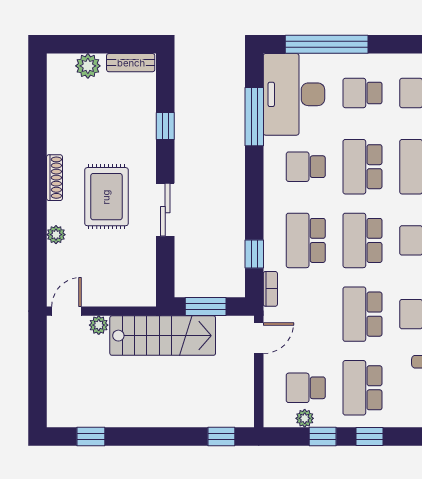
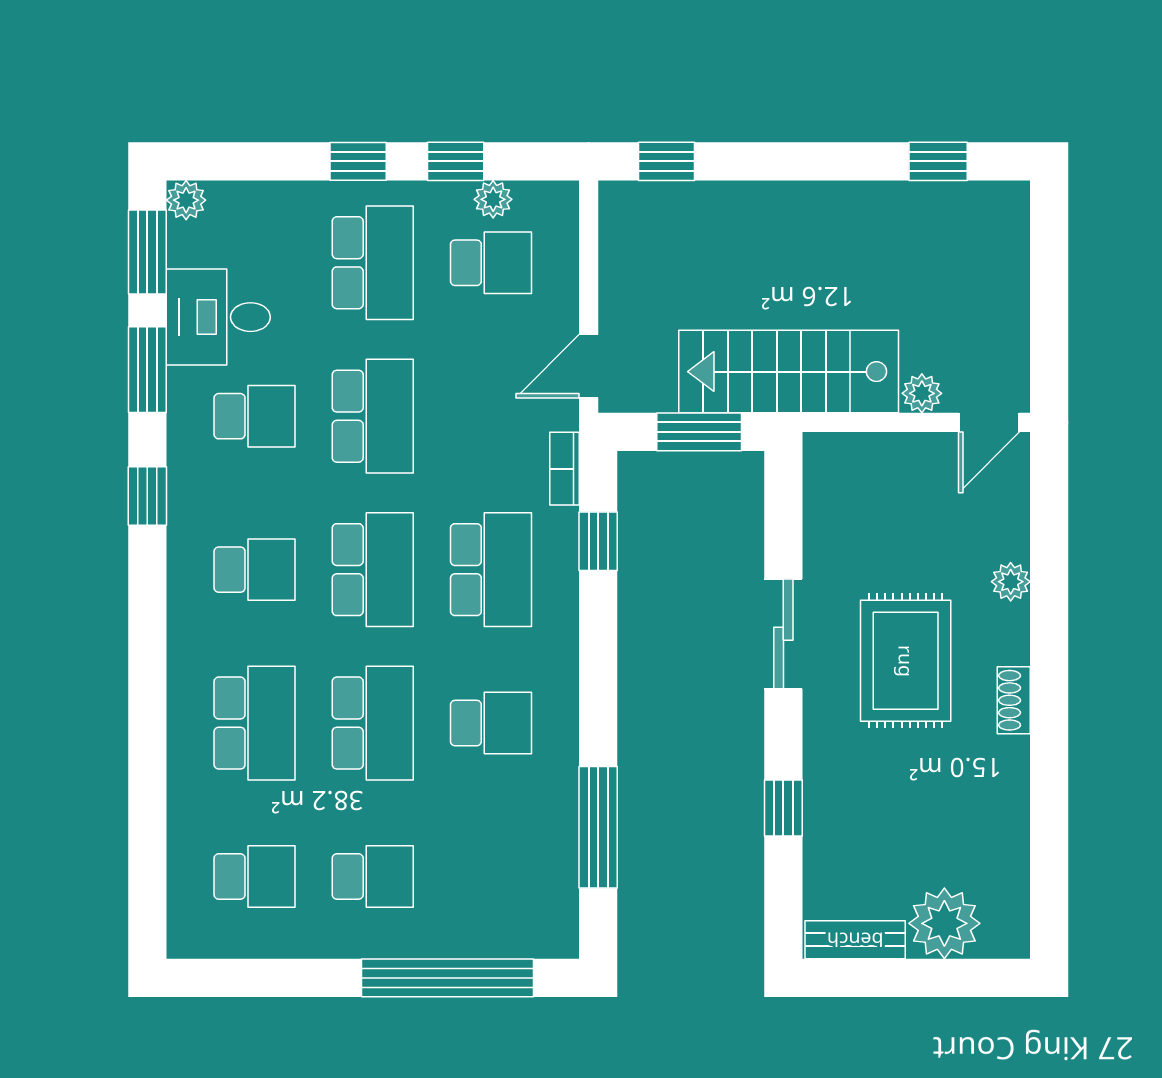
plant: (88, 66) -> (944, 923), width x1.36, depth x1.36
desk: (294, 94) -> (515, 874), removed
shoe rack: (55, 178) -> (1014, 700), width x0.70

